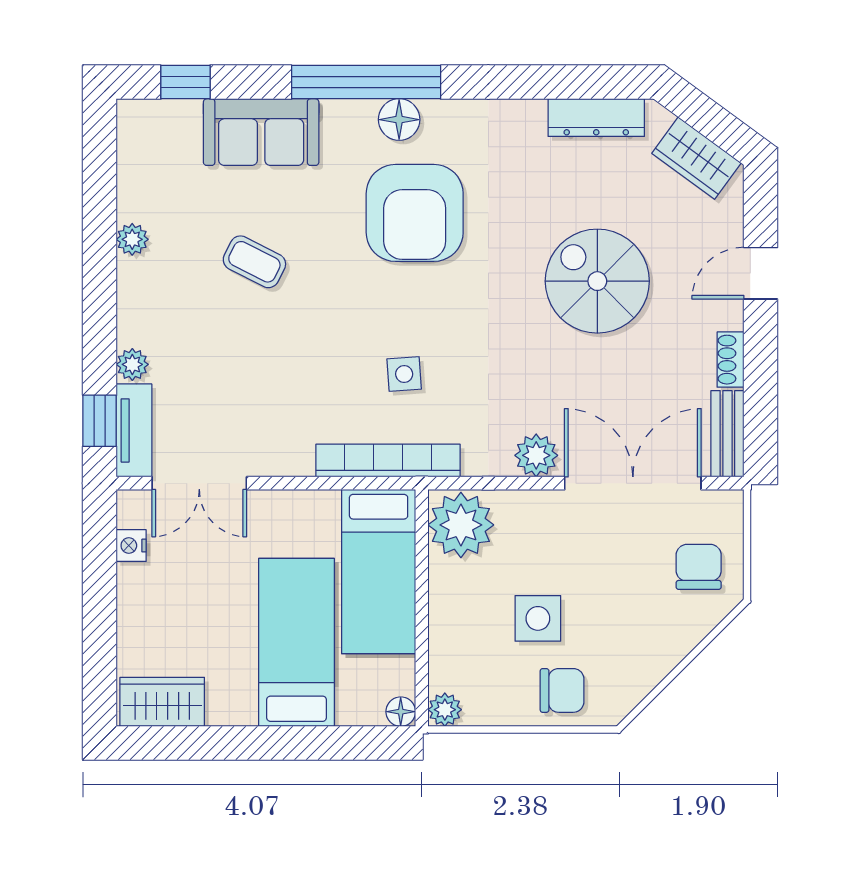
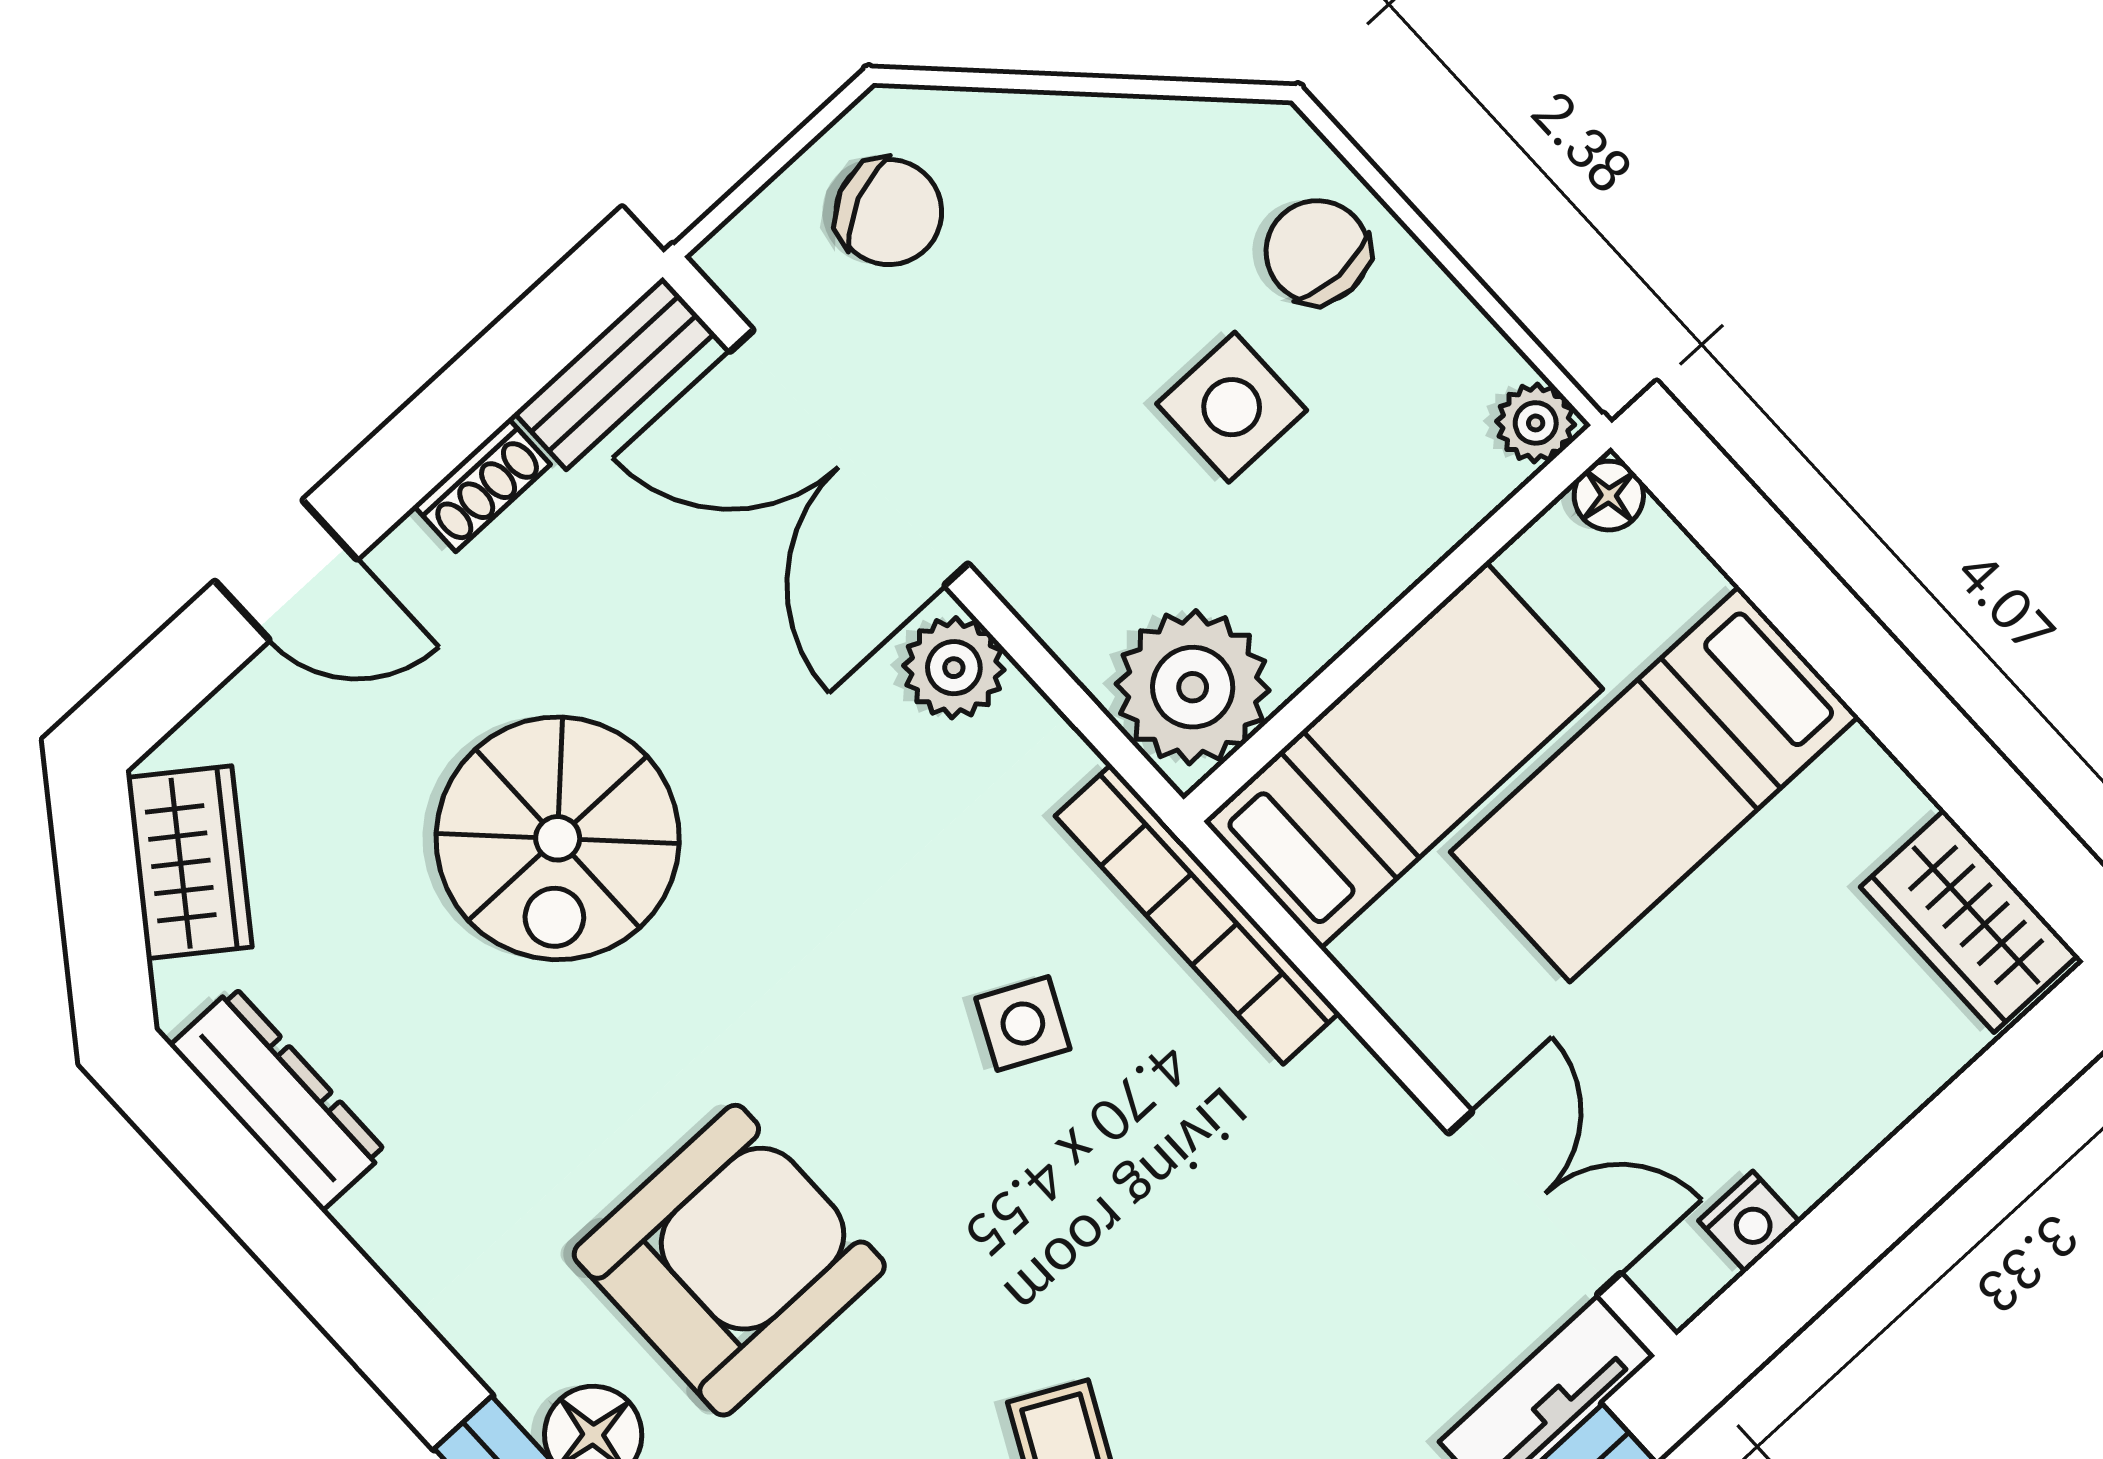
side table: (404, 374) -> (1023, 1024), turned 30
chair: (699, 567) -> (889, 212), turned -114

